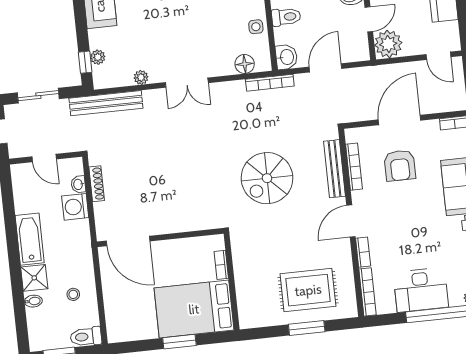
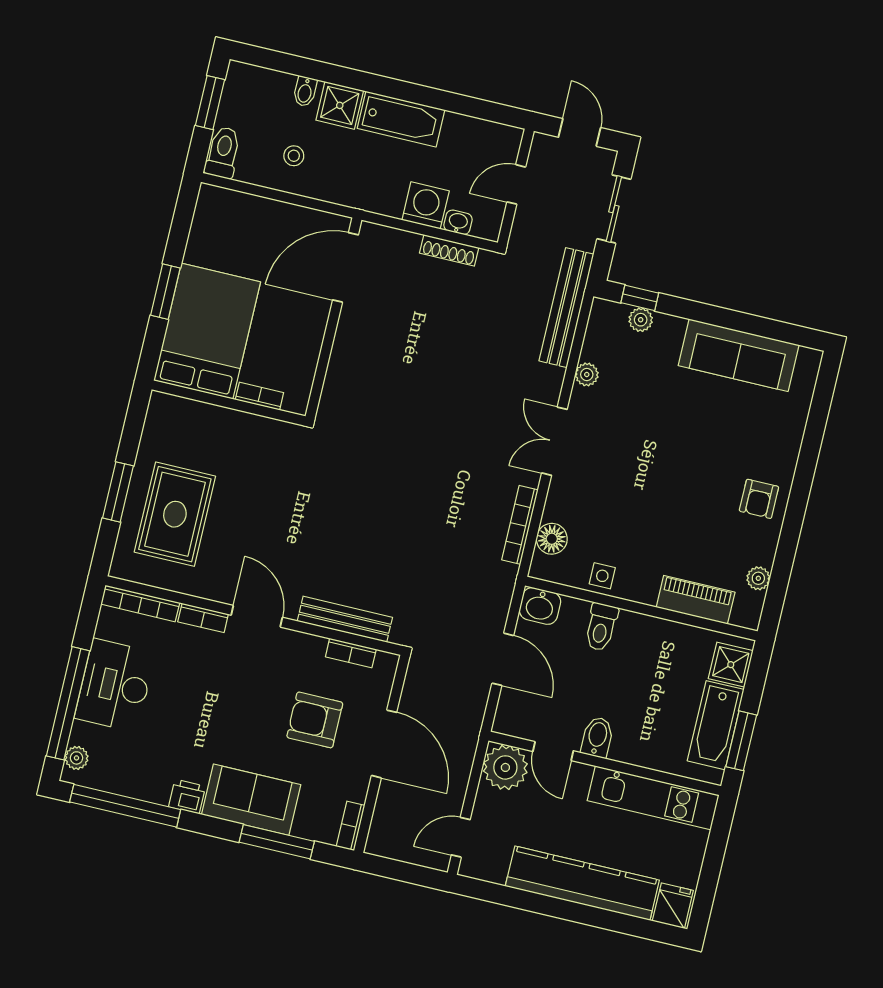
bookcase: (270, 83) -> (520, 525), moved
bookcase: (354, 167) -> (351, 653), width x0.64
spiral stairs: (267, 178) -> (367, 512), removed

